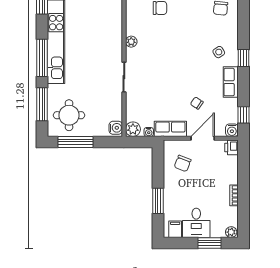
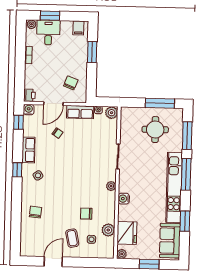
round table: (69, 115) -> (155, 130), moved
water cooler: (116, 128) -> (124, 199), moved
desk: (196, 223) -> (48, 33), moved

